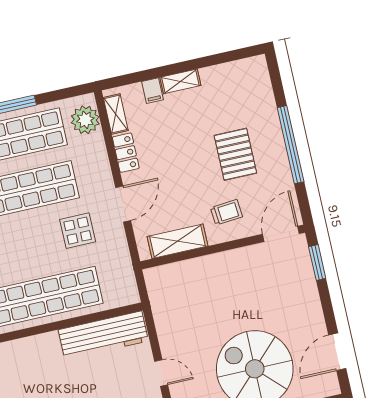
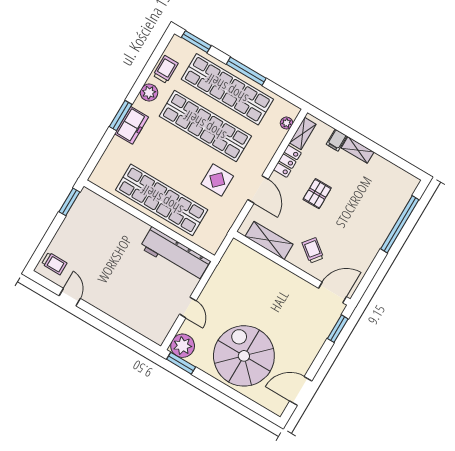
plant: (85, 120) -> (287, 123), width x0.53, depth x0.53
window: (291, 145) -> (400, 224), moved
pallet: (235, 154) -> (317, 194), moved, width x0.67, depth x0.71
door: (123, 204) -> (258, 189), hinge flipped
trolley: (226, 212) -> (313, 250), turned -137

